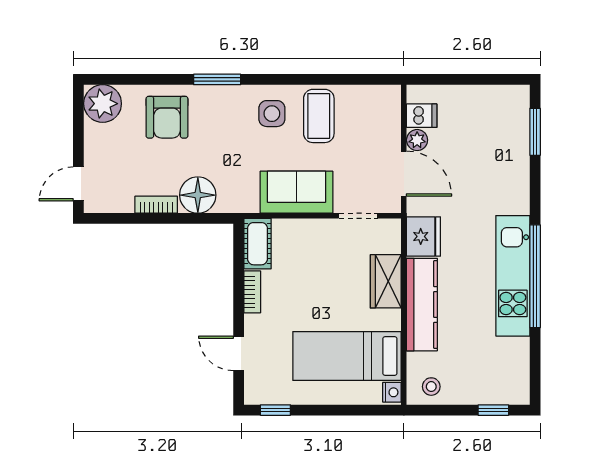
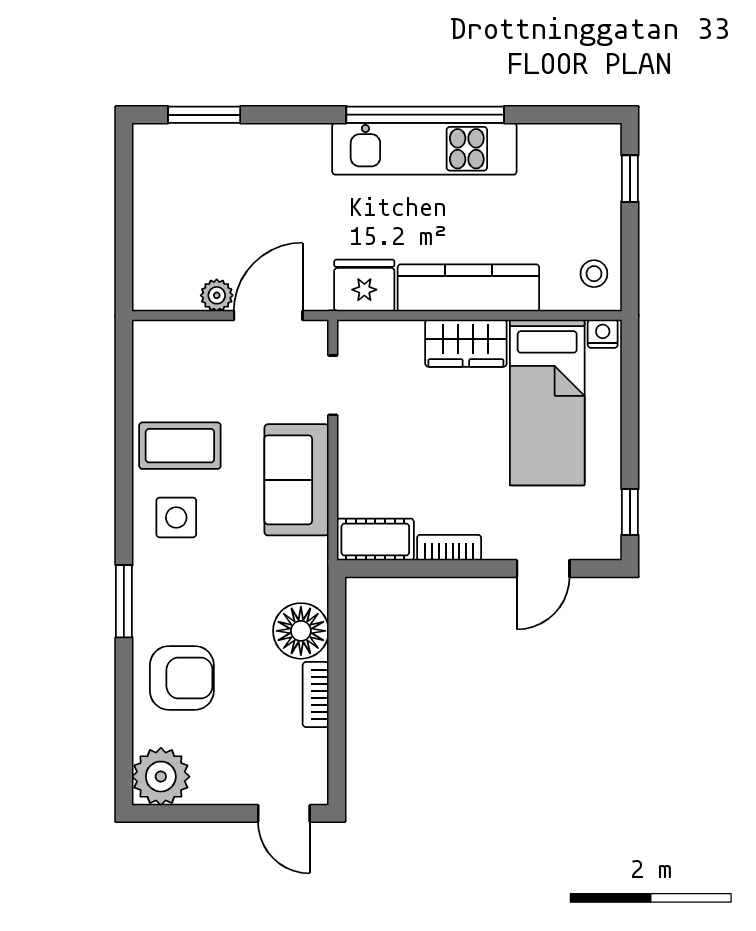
dishwasher: (422, 116) -> (179, 288), removed
wardrobe: (386, 281) -> (466, 343), moved

